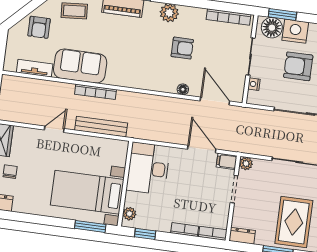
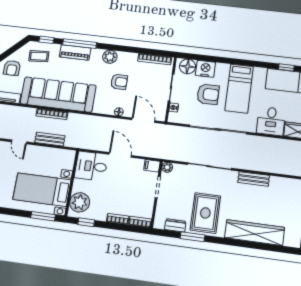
window: (282, 15) -> (196, 57), removed
sofa: (80, 66) -> (58, 95), width x1.85, depth x1.27
armchair: (298, 66) -> (208, 94), turned 180
bench: (101, 127) -> (50, 139), width x0.73
door: (54, 129) -> (19, 142), swing flipped
door: (202, 149) -> (120, 155), moved
desk: (148, 168) -> (91, 166), width x0.73
plant: (129, 214) -> (80, 202), width x1.87, depth x1.87
dresser: (242, 236) -> (175, 225), moved

